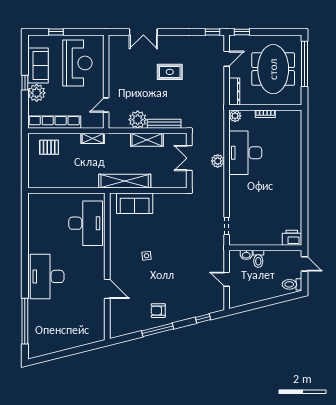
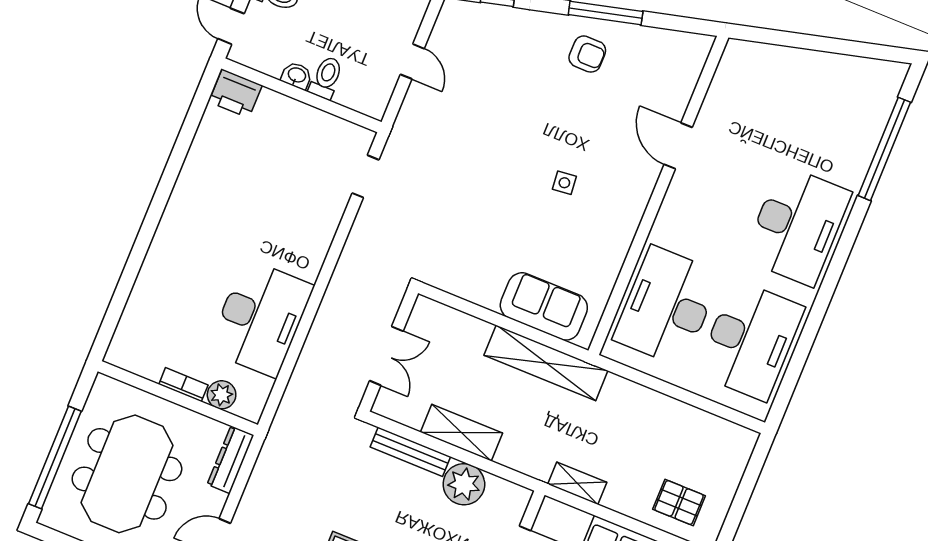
plant: (235, 116) -> (222, 395), moved
plant: (218, 161) -> (327, 325), removed
desk: (47, 223) -> (750, 340), added
washbasin: (246, 255) -> (297, 76), moved

